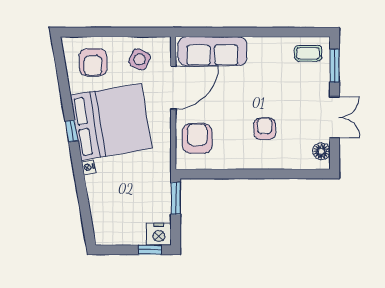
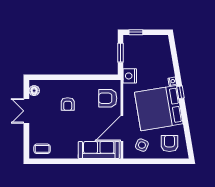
window: (335, 66) -> (26, 141), removed
window: (72, 131) -> (180, 92), moved
armchair: (197, 138) -> (108, 98), turned 90
window: (176, 198) -> (121, 53), moved
nightstand: (159, 234) -> (130, 76), moved, turned -90

